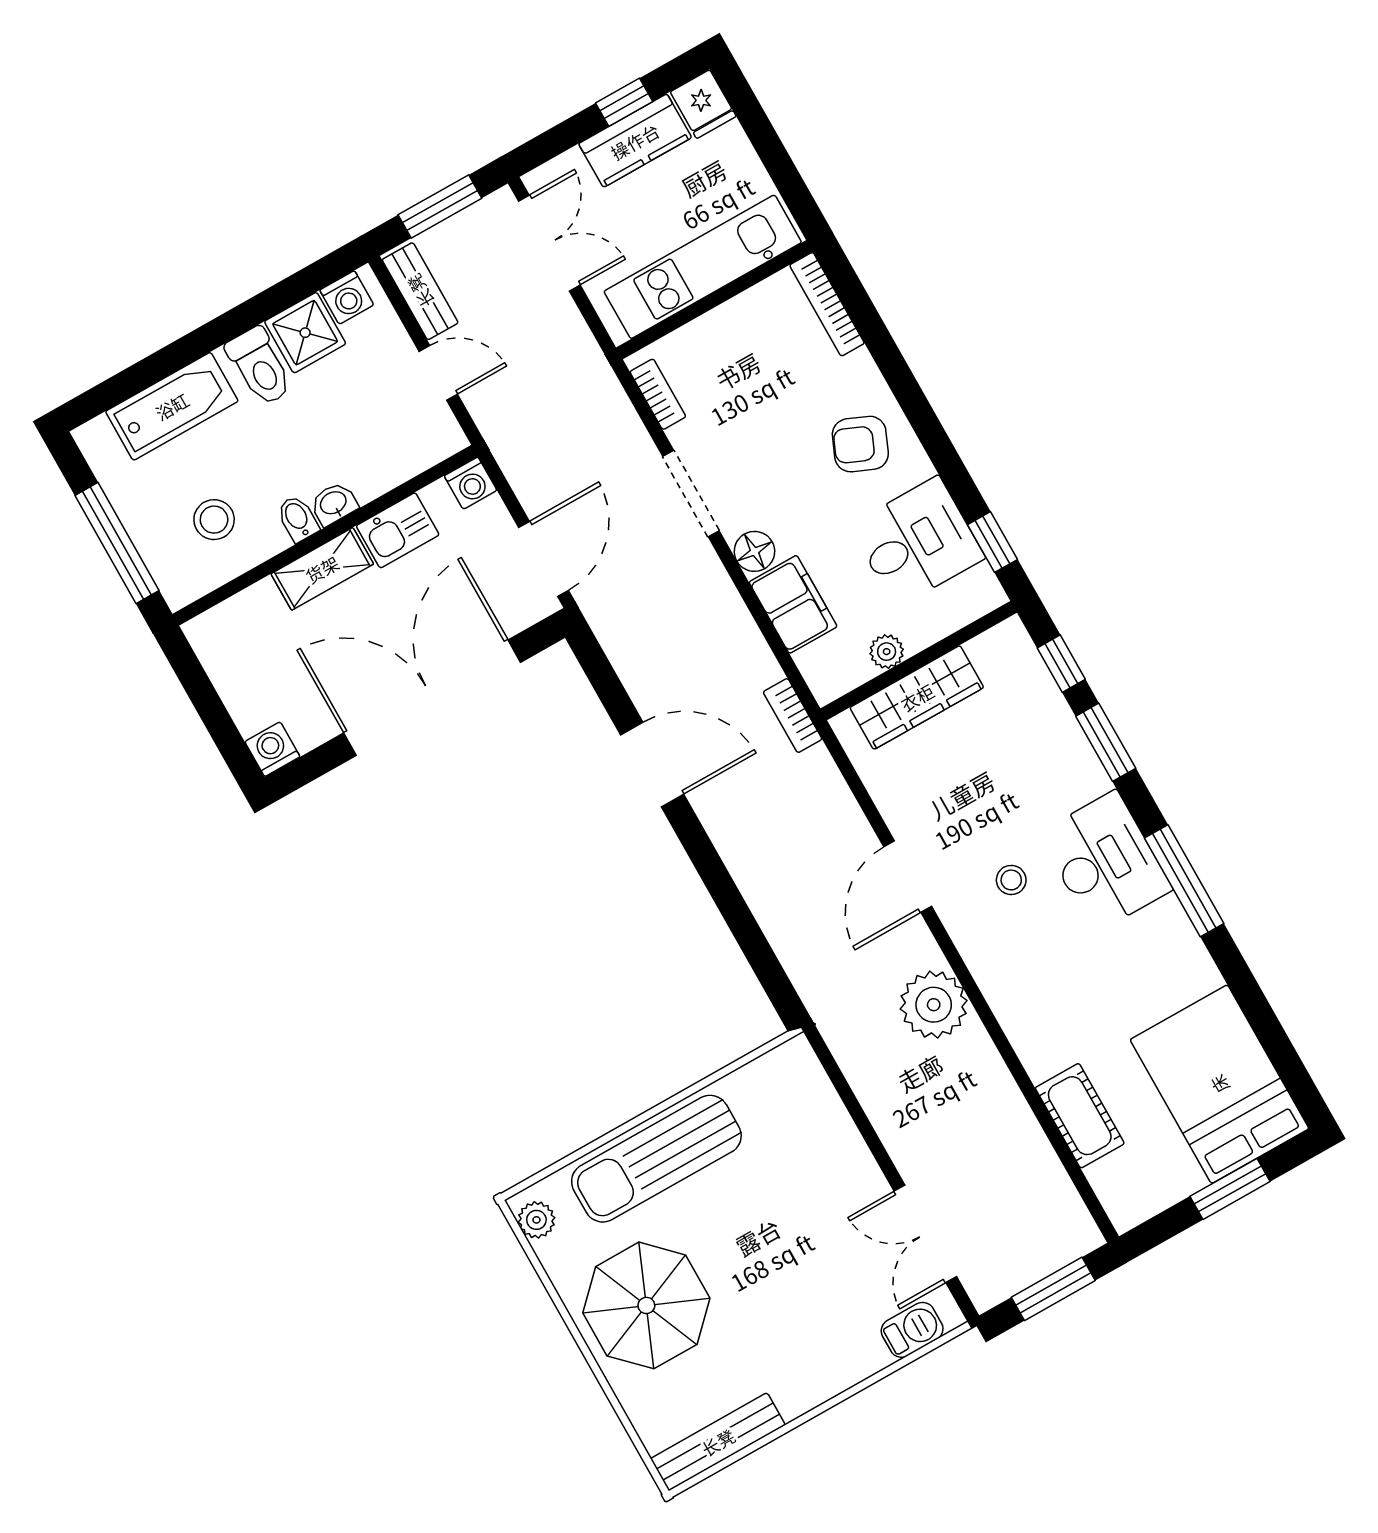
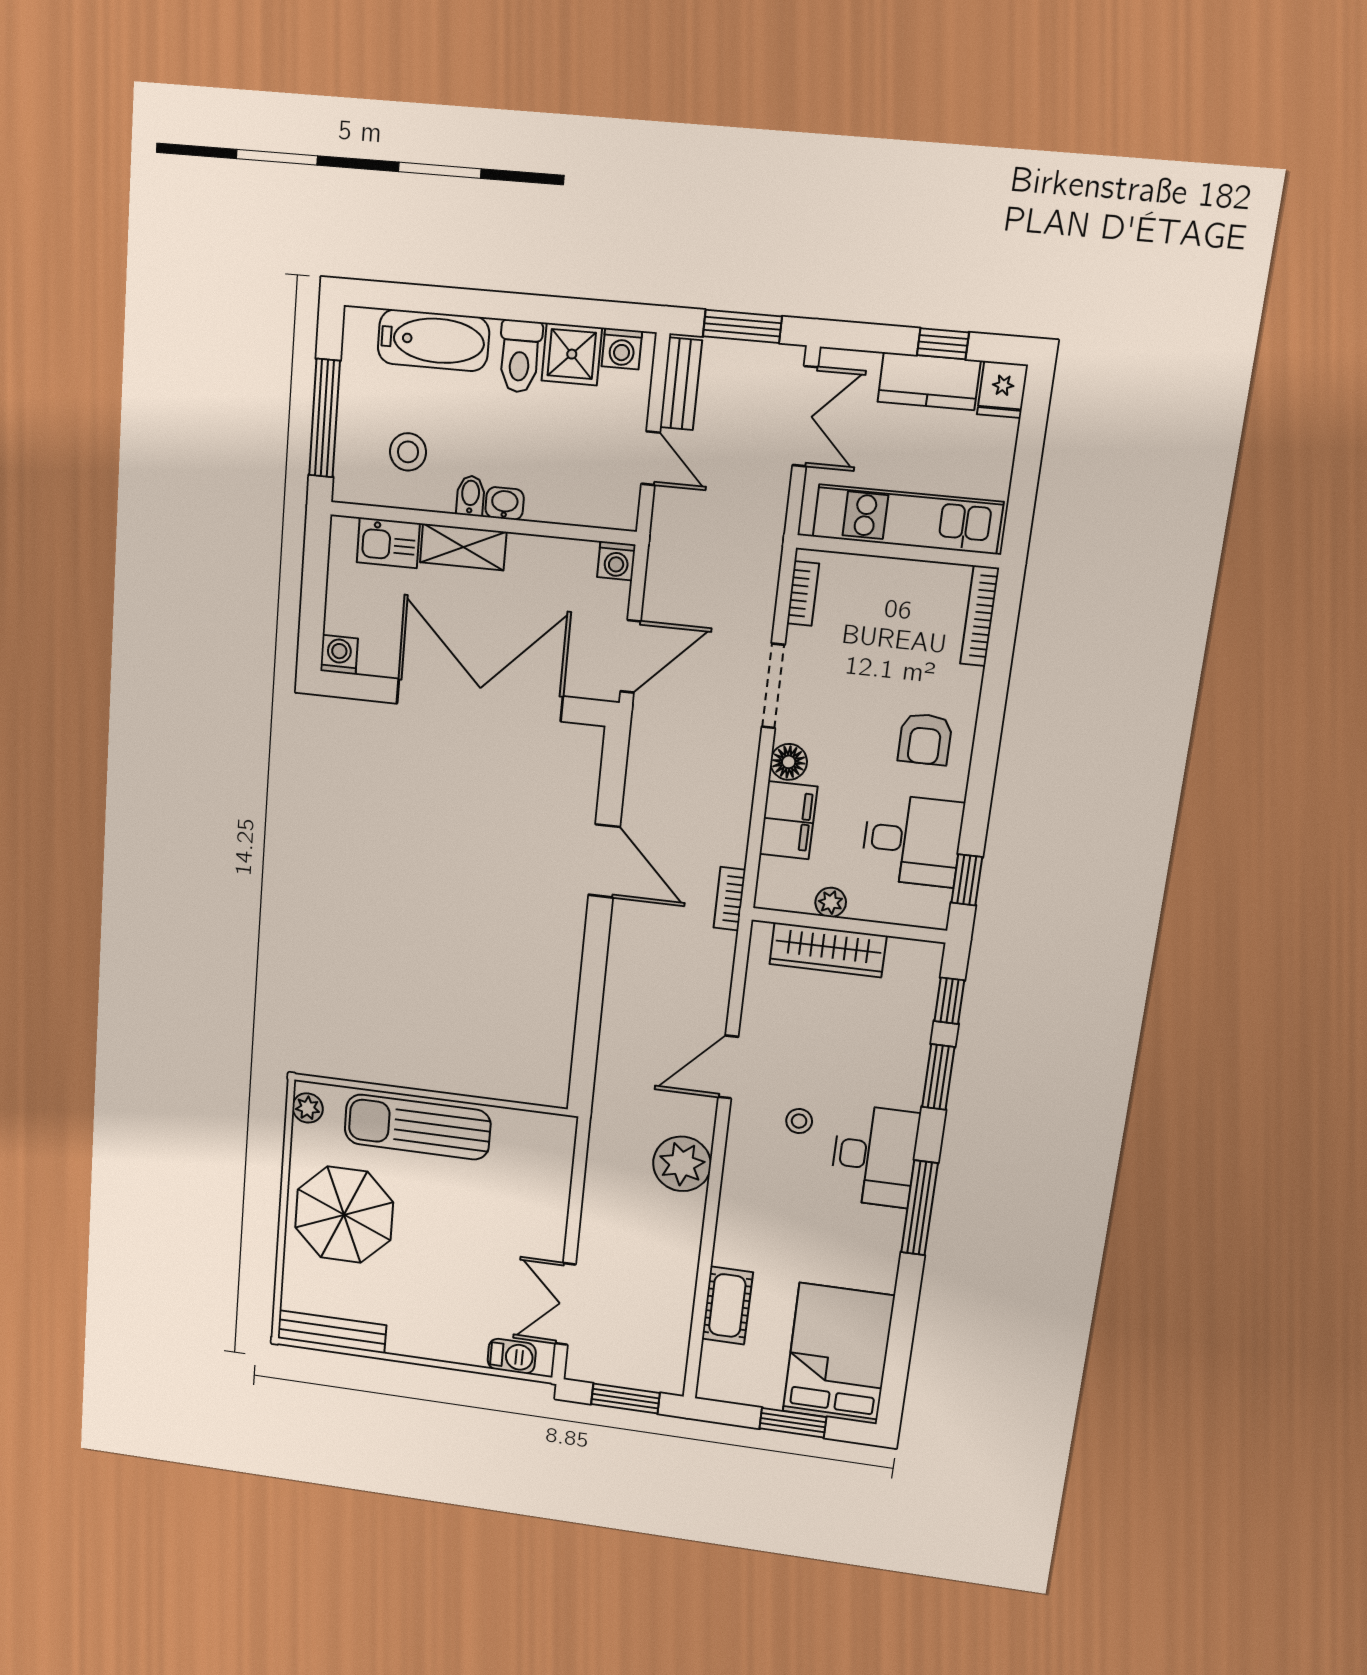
armchair: (860, 444) -> (925, 739), turned -113
kitchen sink: (398, 530) -> (388, 543), moved

